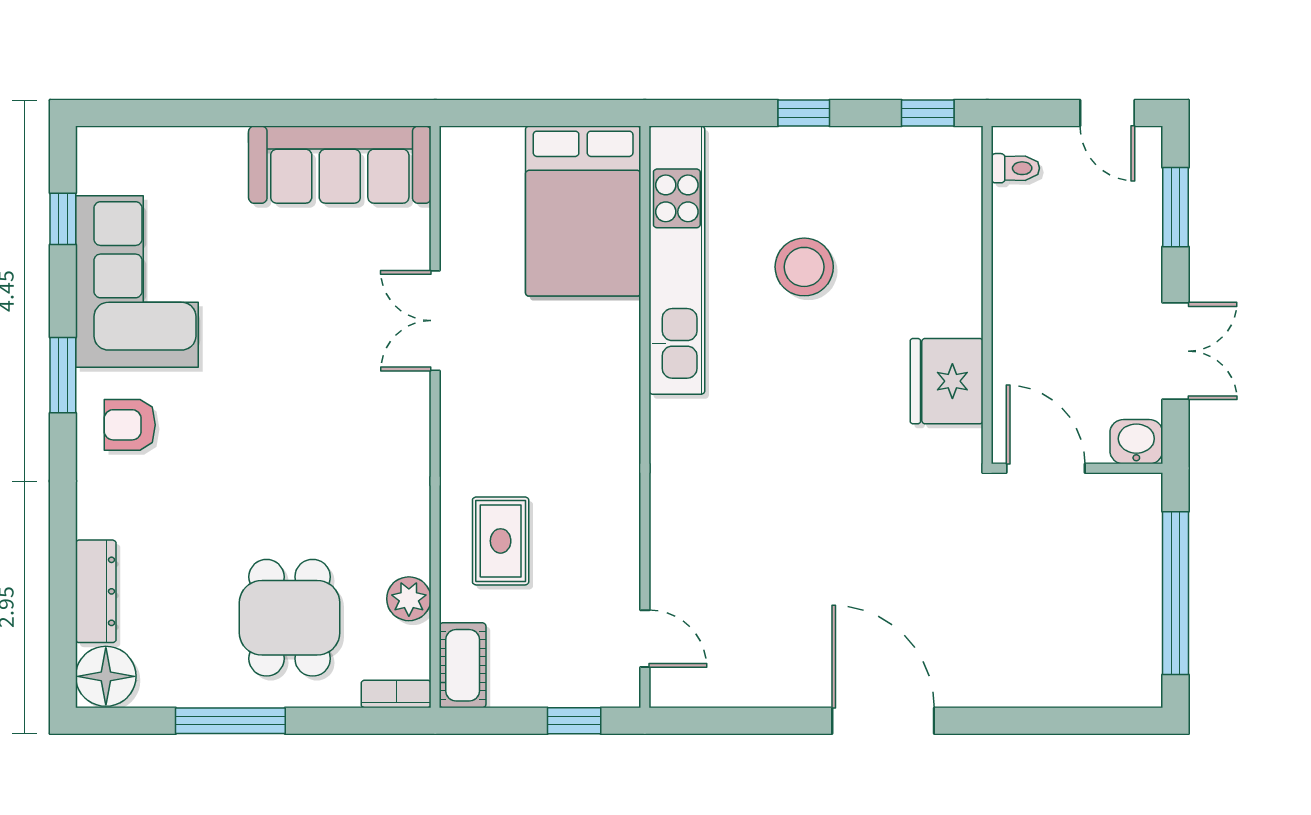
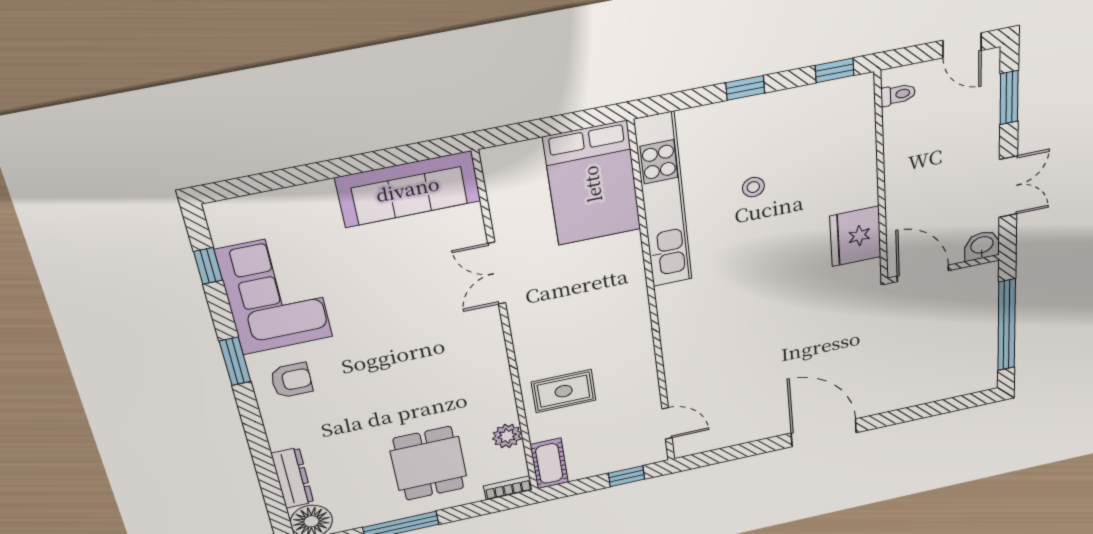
stool: (804, 267) -> (753, 187), width x0.53, depth x0.53
armchair: (130, 425) -> (291, 380), turned 180
rug: (501, 541) -> (564, 391), turned 90

